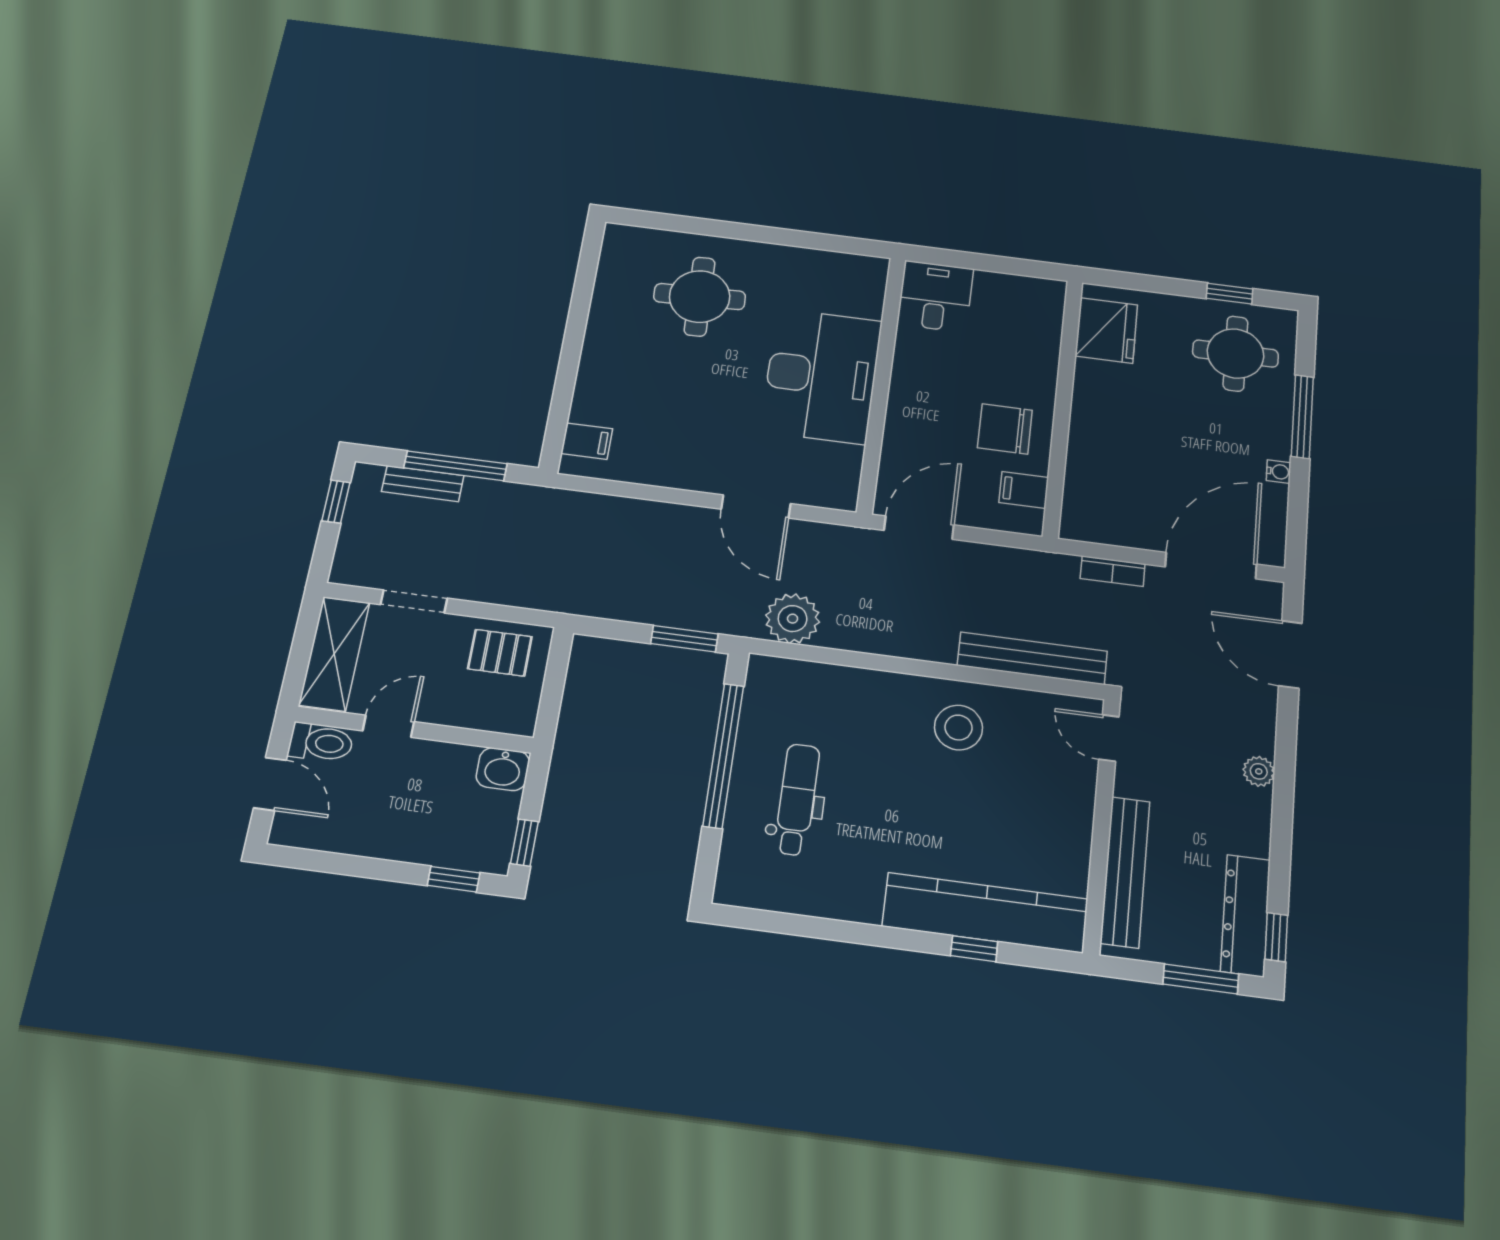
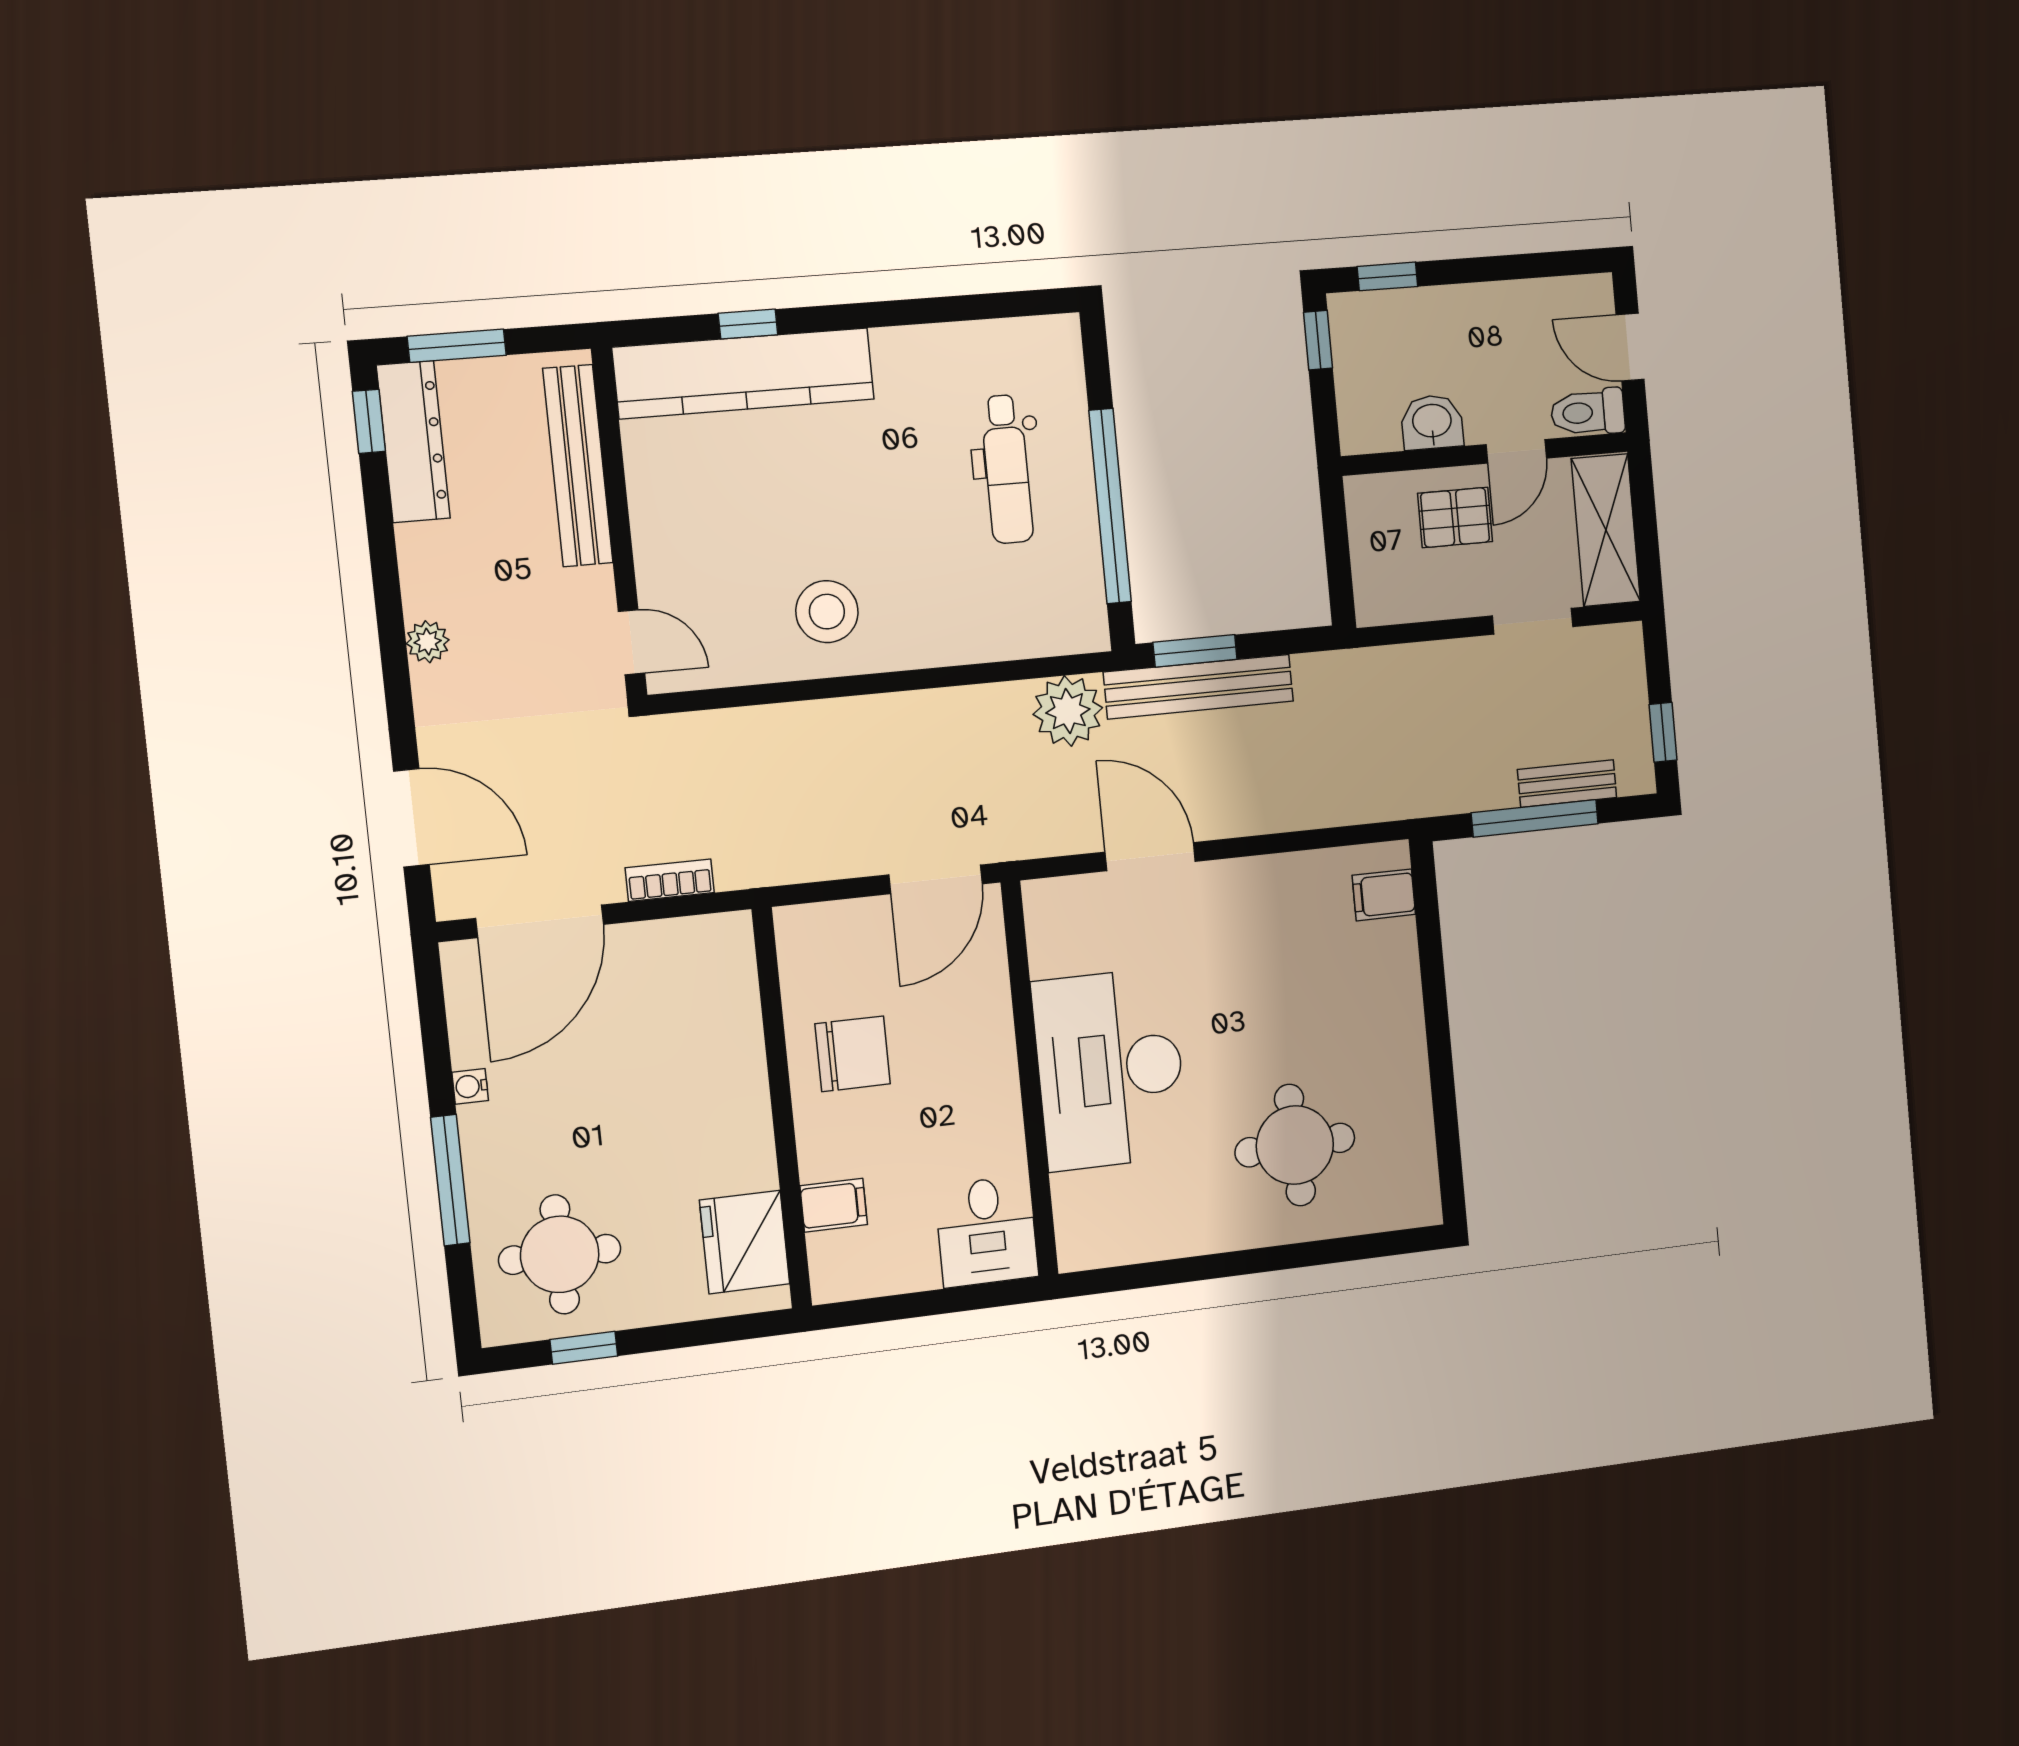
filing cabinet: (1024, 490) -> (834, 1205), moved
pallet: (500, 653) -> (1455, 518), moved
bench: (1032, 658) -> (1199, 687), moved
washbasin: (503, 769) -> (1432, 422), moved

